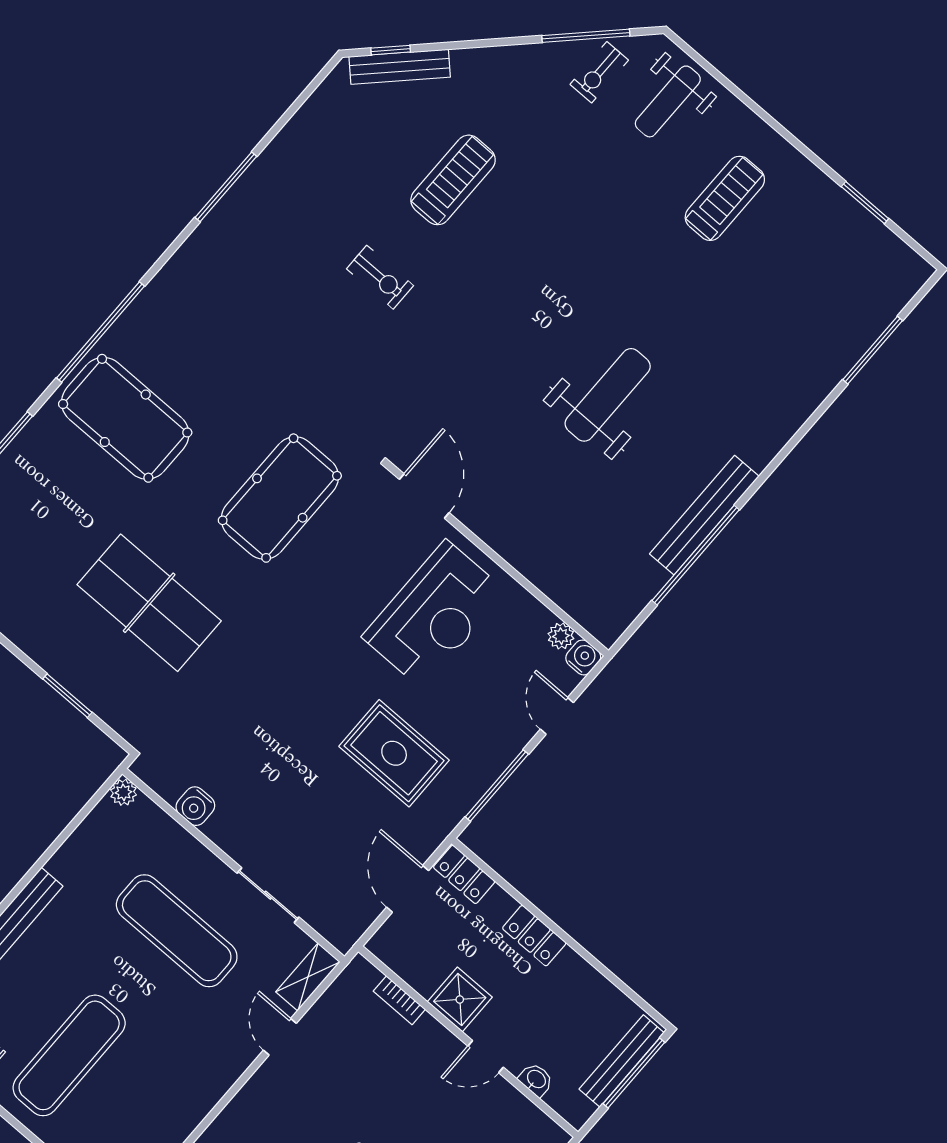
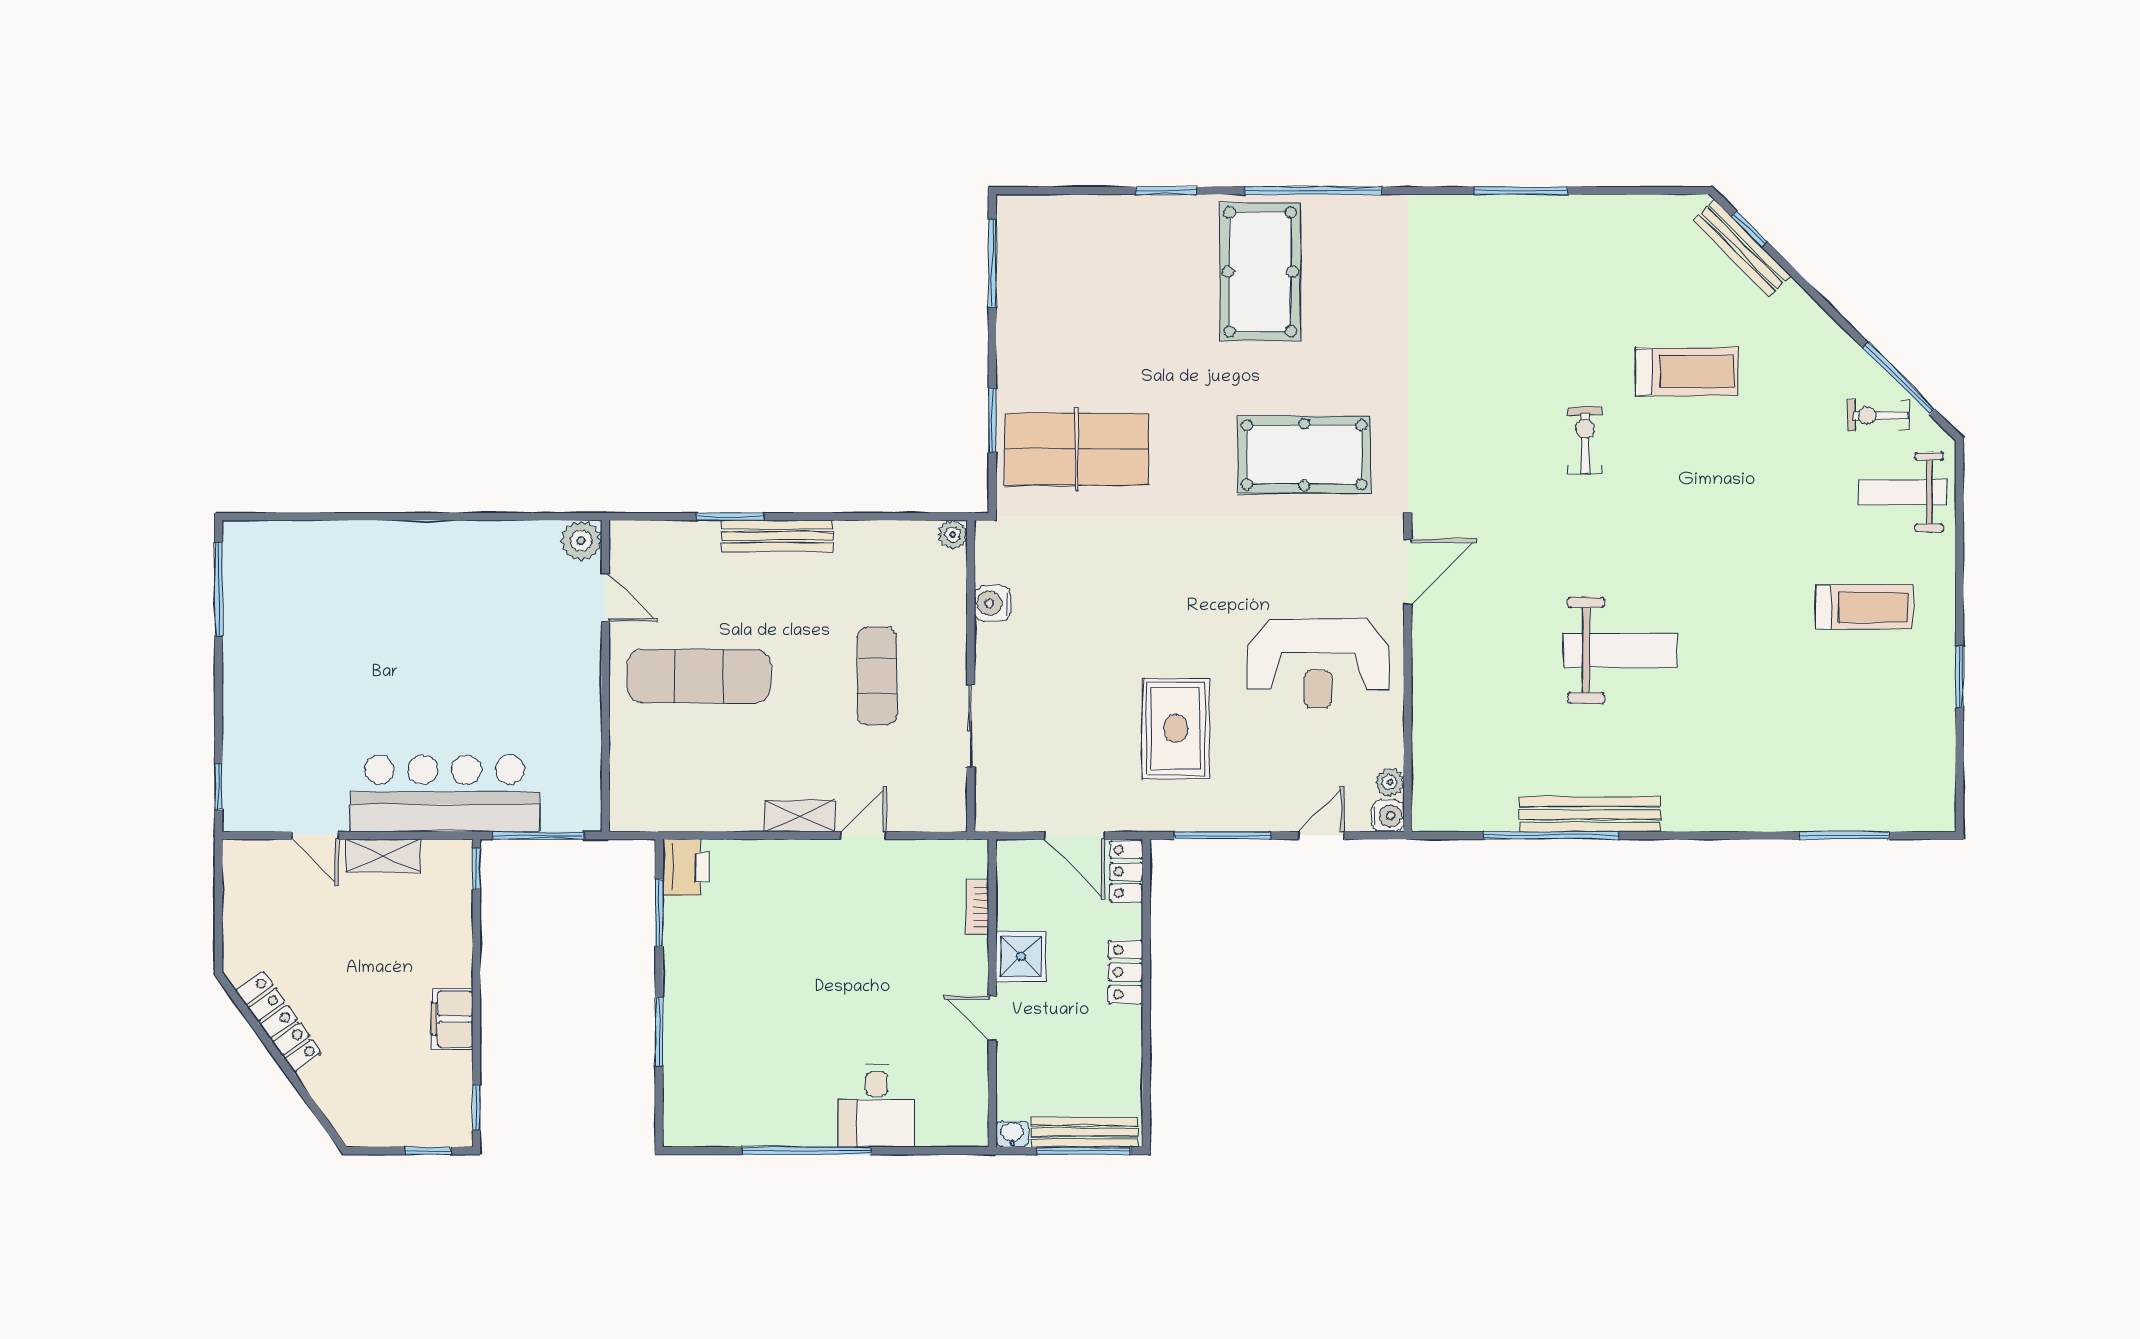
window: (865, 203) -> (1959, 677), moved
exercise bike: (380, 277) -> (1585, 441), moved, turned 180
table tennis table: (149, 603) -> (1077, 449), moved, turned 90
door: (408, 889) -> (1075, 835), swing flipped
exercise mat: (177, 931) -> (877, 676), width x0.73, depth x0.69
shelving: (308, 977) -> (800, 816), moved
washbasin: (536, 1080) -> (1012, 1134), moved, turned -90

